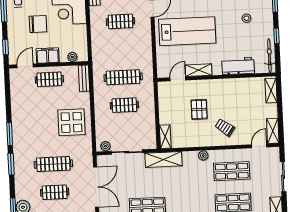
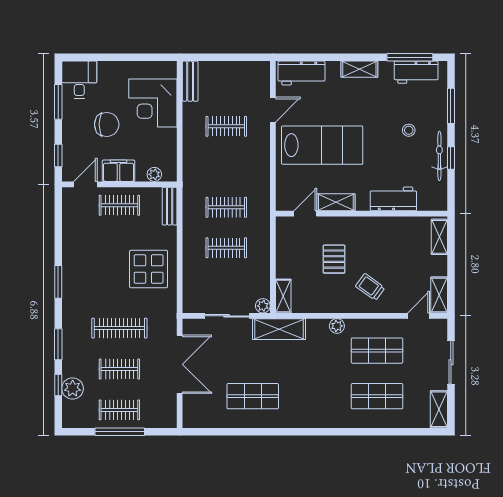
bicycle: (269, 56) -> (439, 156), moved
clothes rail: (123, 77) -> (226, 207), width x0.73
plant: (105, 146) -> (263, 306), moved
window: (11, 164) -> (58, 344), moved

